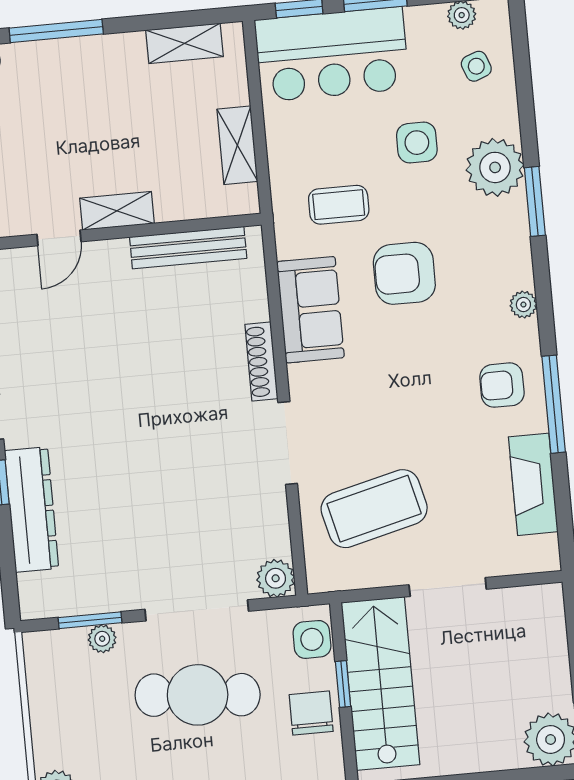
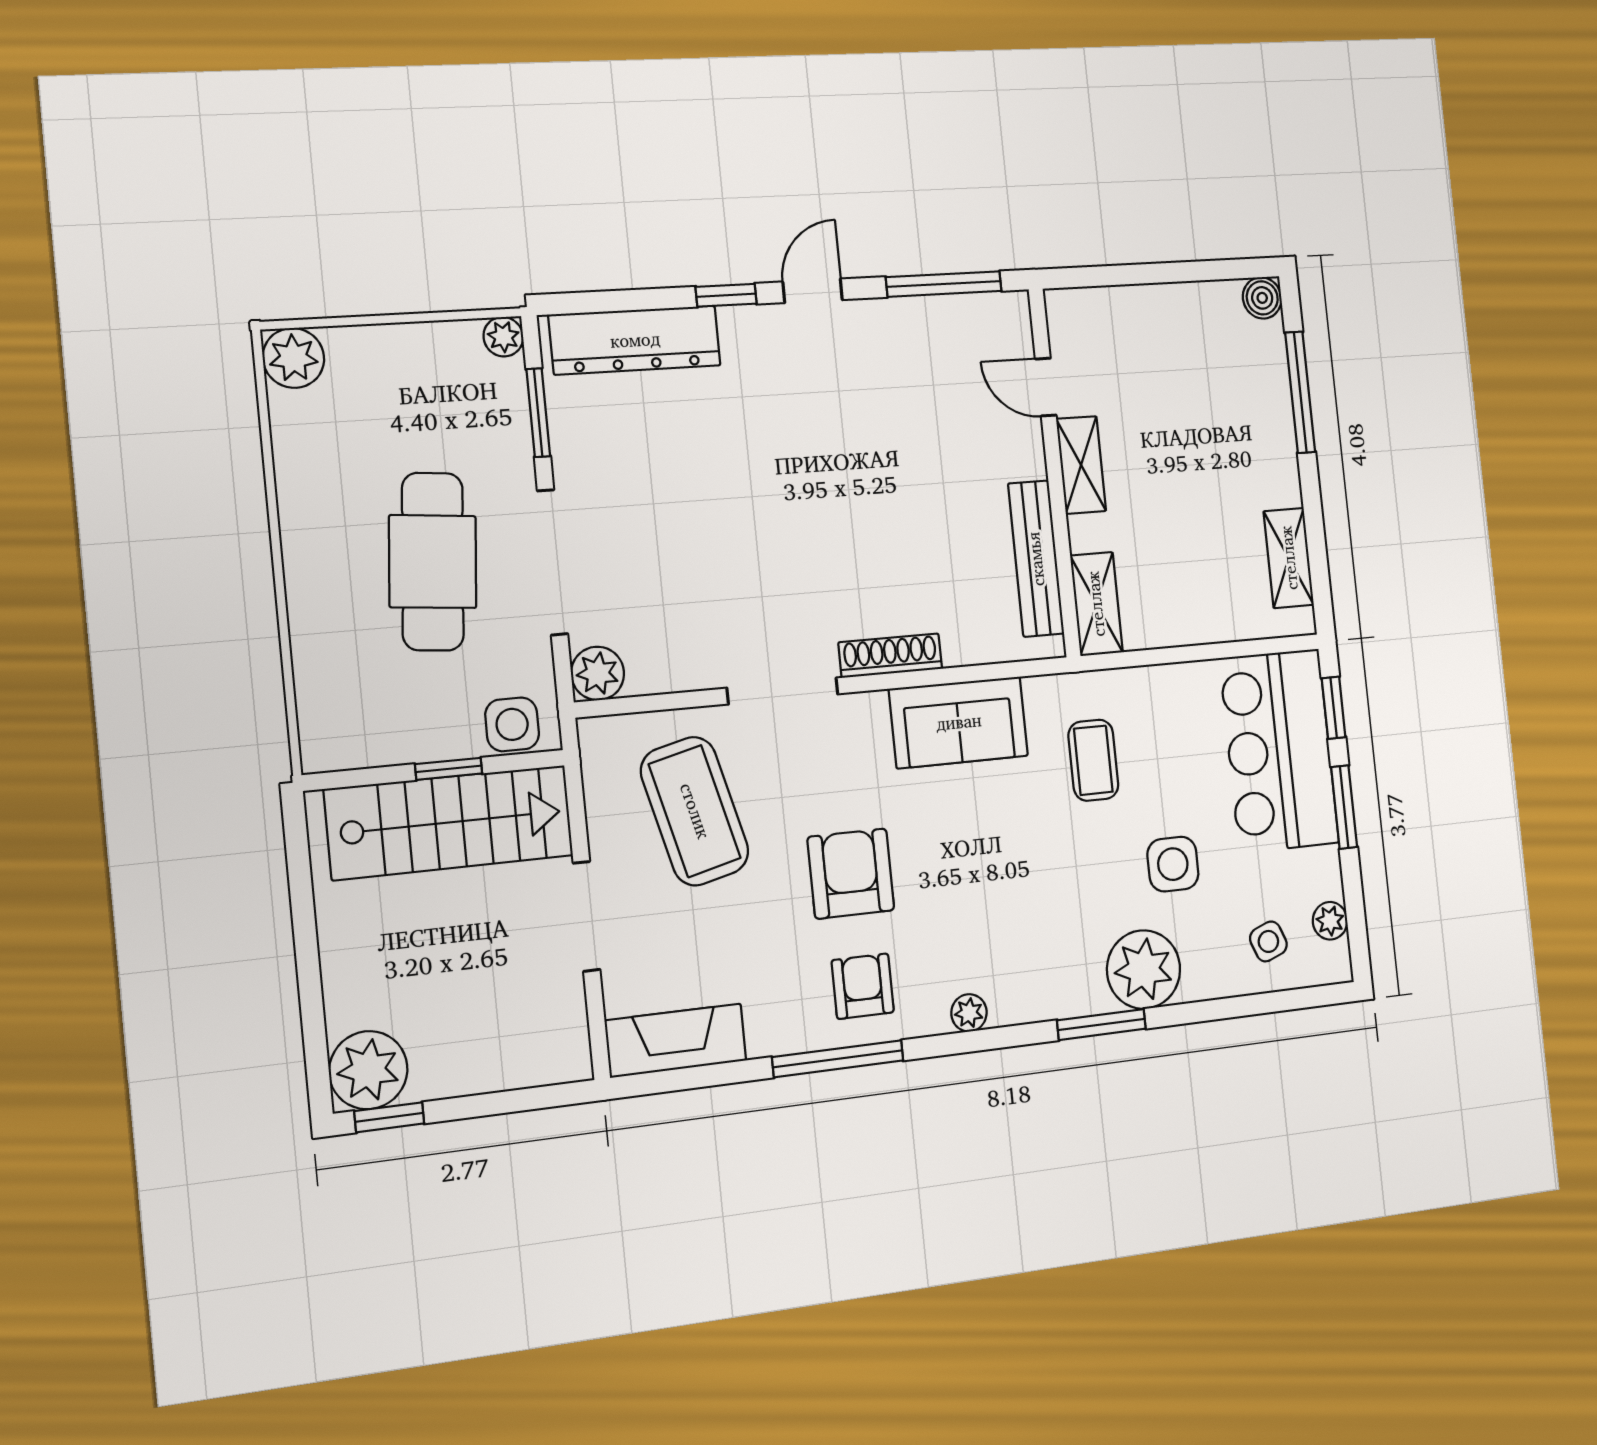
shelving: (237, 145) -> (1096, 604), moved, turned 90
armchair: (404, 273) -> (851, 874), moved
fireplace: (533, 484) -> (676, 1041), moved
dresser: (31, 509) -> (635, 340), moved
plant: (102, 639) -> (503, 337), moved
chair: (311, 713) -> (407, 723), removed

